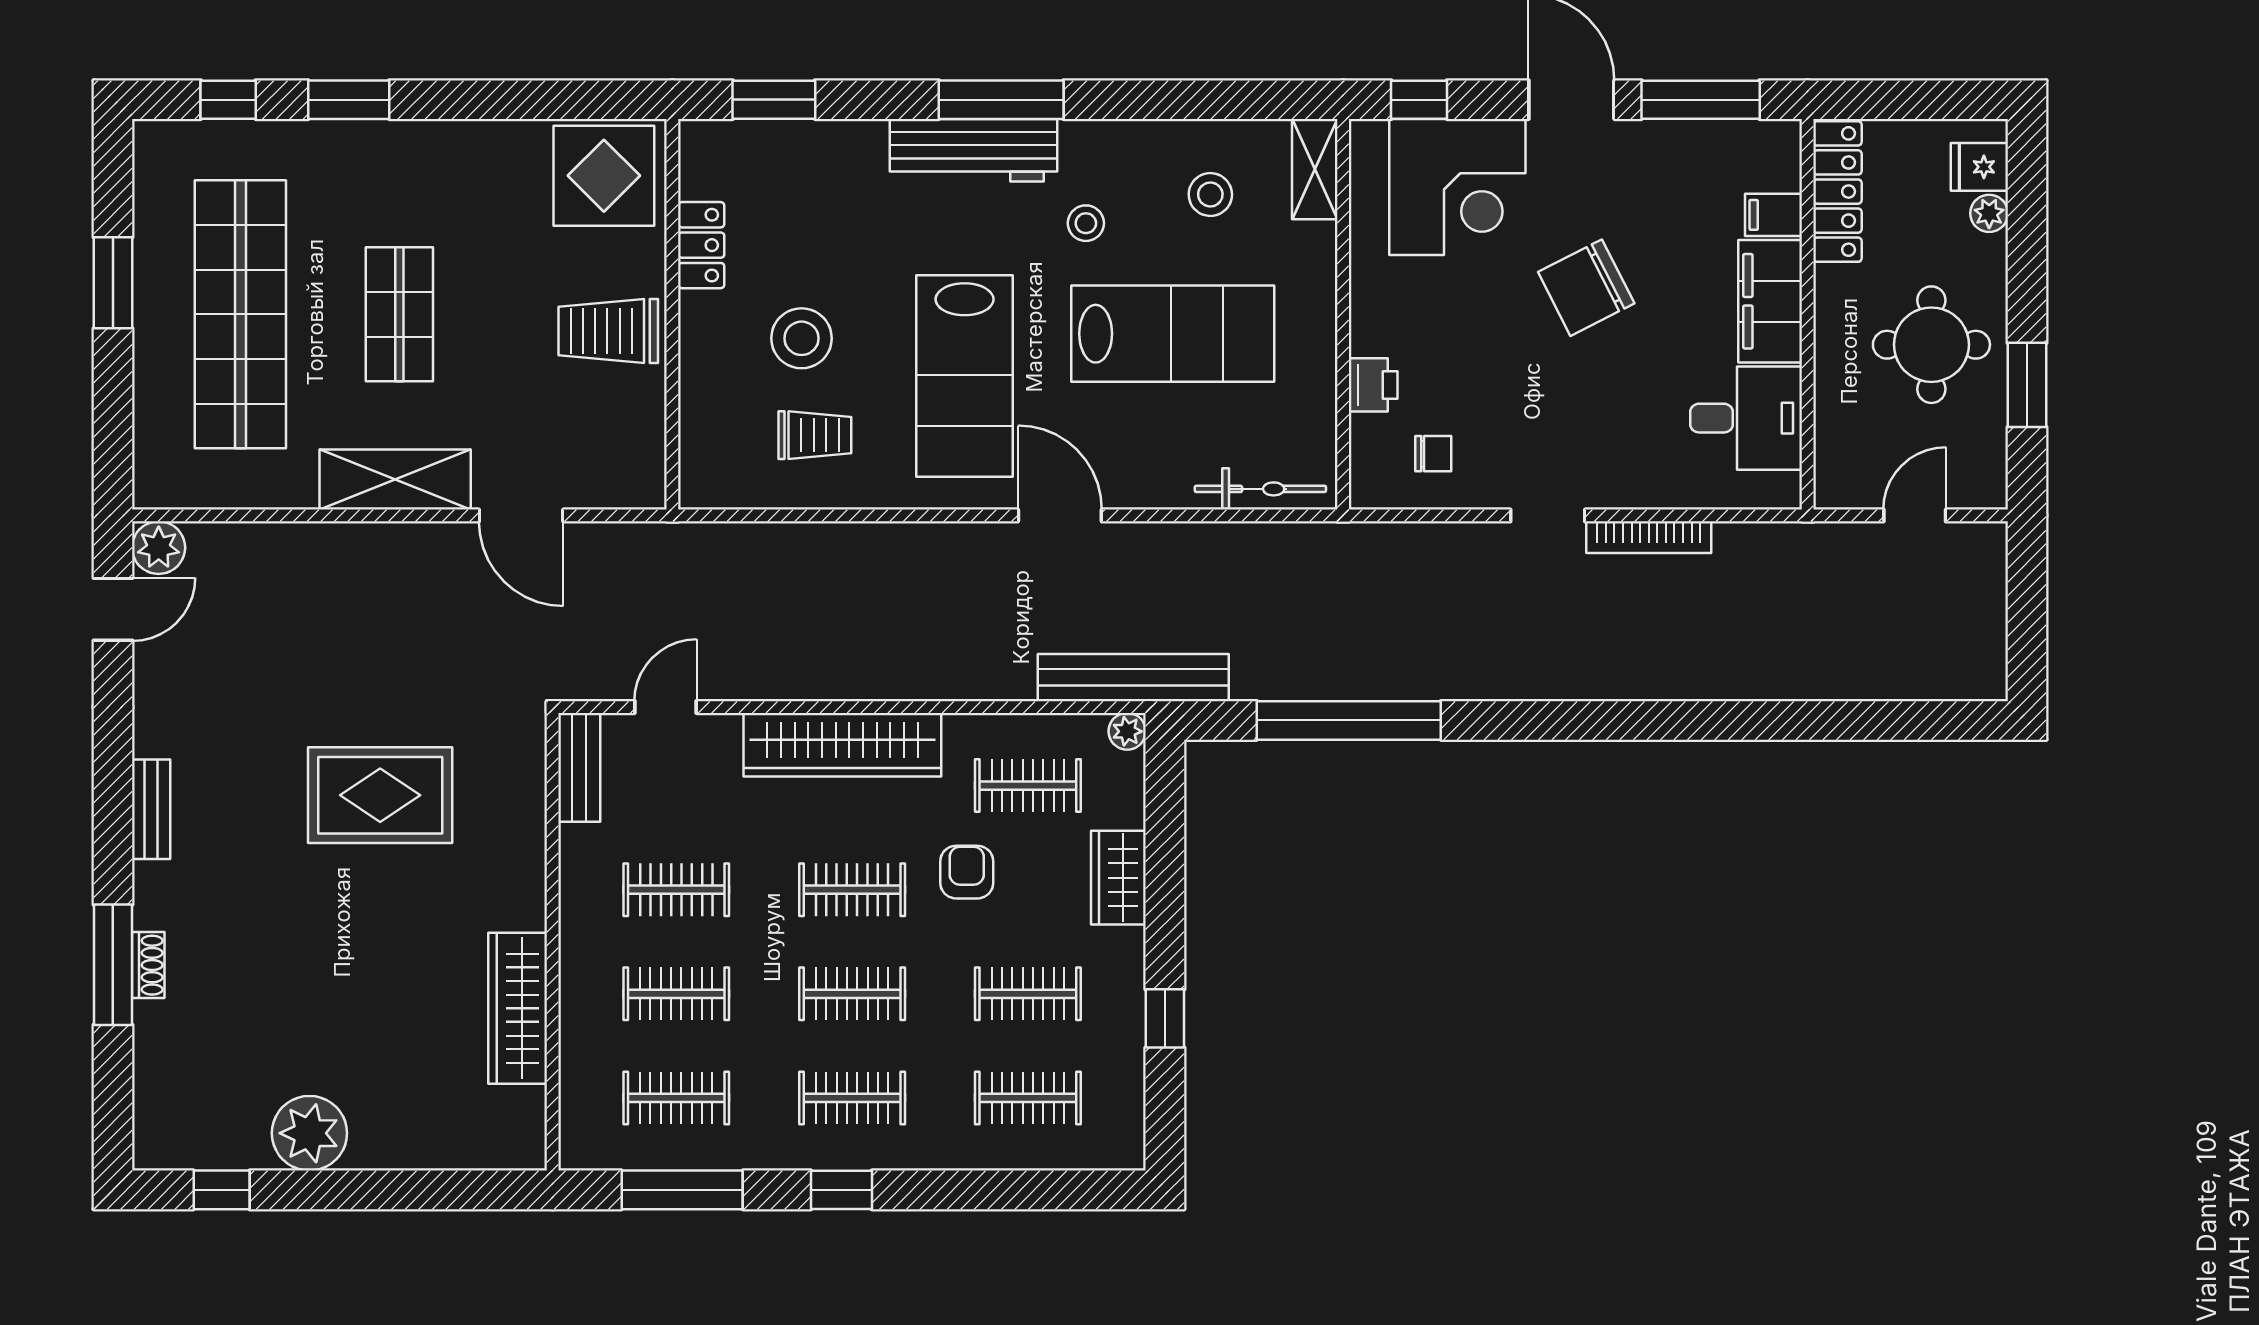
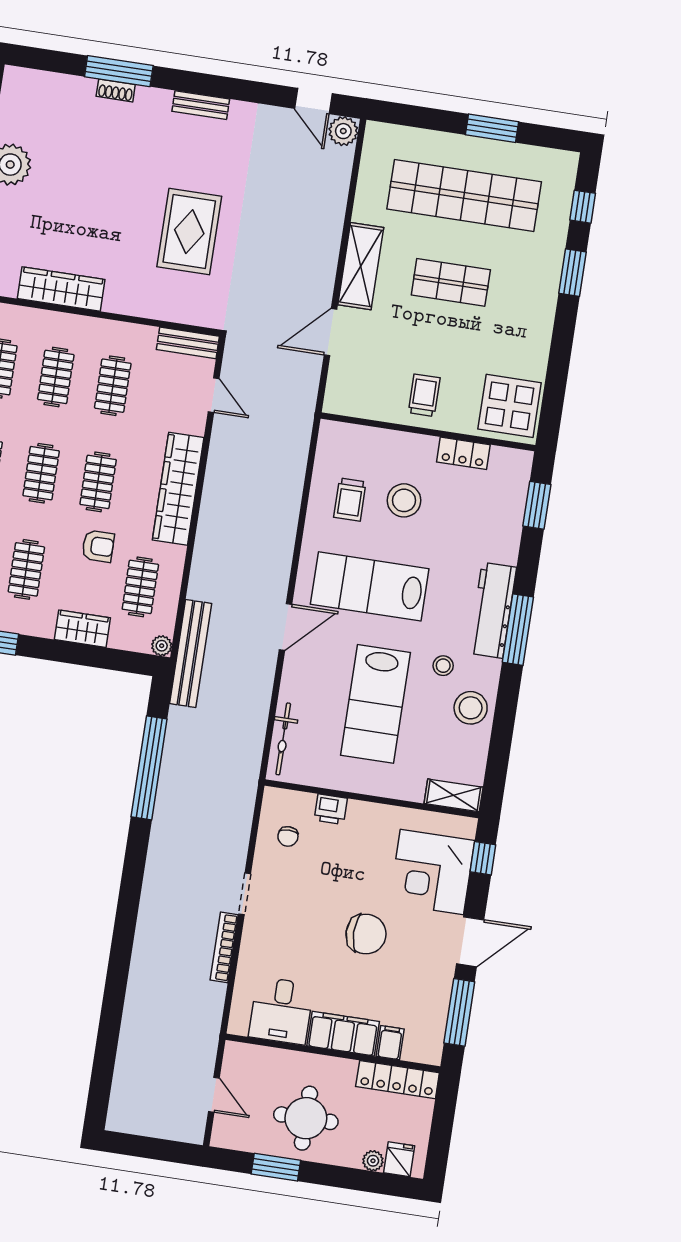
stool: (1210, 195) -> (471, 708), moved, width x1.38, depth x1.38
chair: (1586, 288) -> (366, 934), turned 117
trolley: (608, 331) -> (424, 395), width x0.73, depth x0.72

